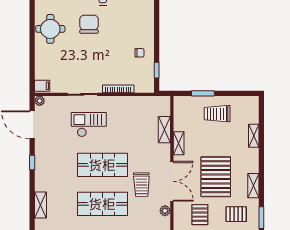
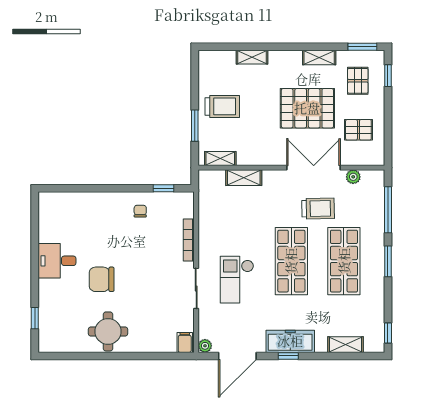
trolley: (217, 114) -> (222, 106), turned -90
shelving: (179, 143) -> (220, 159), moved
freezer: (43, 164) -> (290, 341), added

